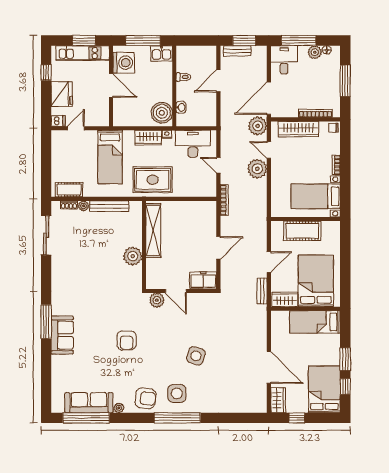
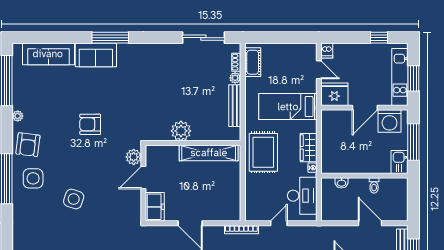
fridge: (62, 94) -> (334, 94), moved, turned 180
boiler: (162, 113) -> (336, 162), removed
sofa: (89, 403) -> (48, 54), moved, turned 90

